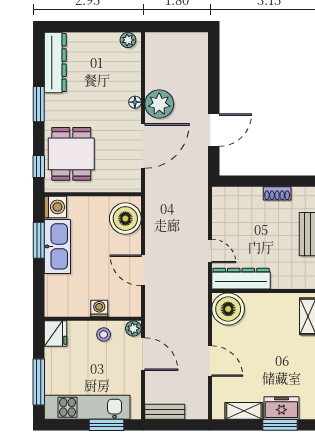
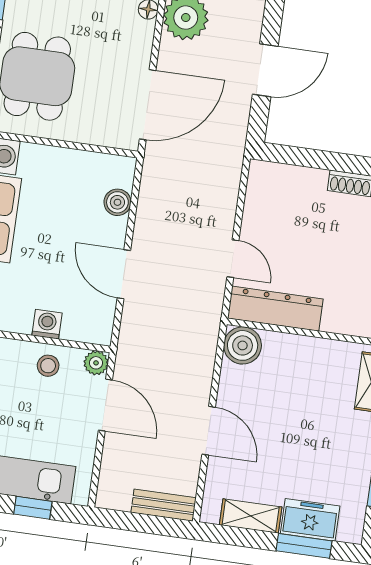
door: (143, 146) -> (148, 105), moved
boiler: (125, 219) -> (117, 202), width x0.54, depth x0.54
boiler: (228, 309) -> (243, 345), width x0.73, depth x0.73
bench: (165, 412) -> (164, 505), moved
window: (107, 425) -> (33, 508), width x0.67

